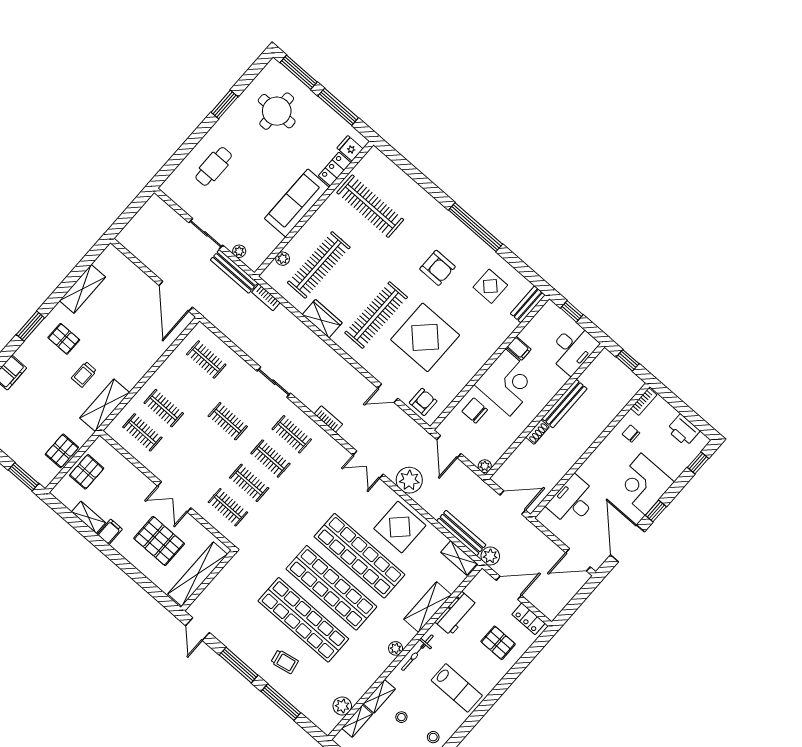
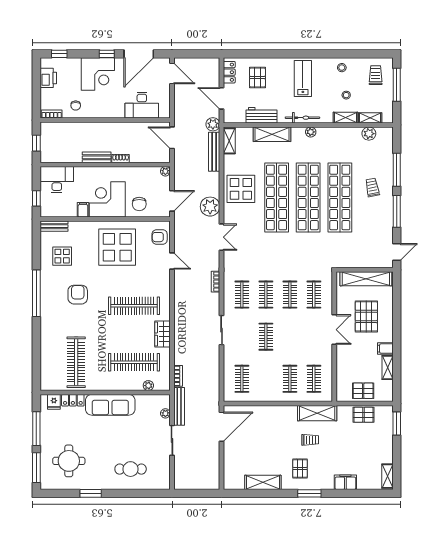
display table: (425, 337) -> (117, 247), moved
bench: (564, 404) -> (97, 157), width x0.73

